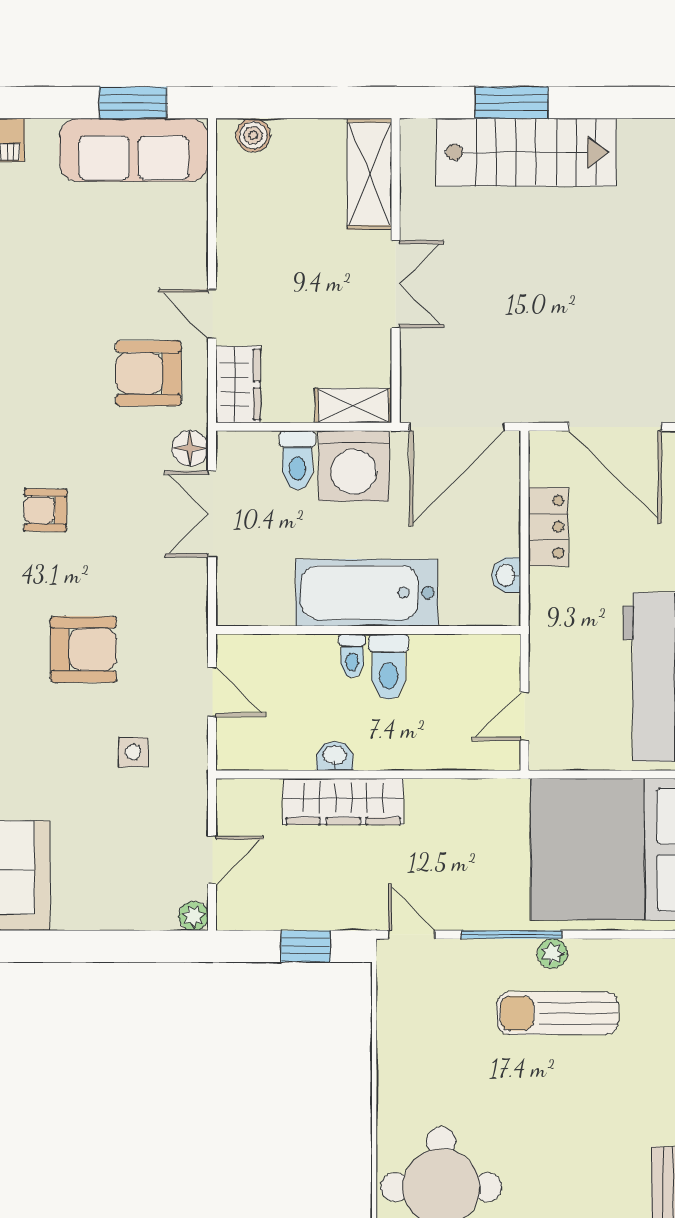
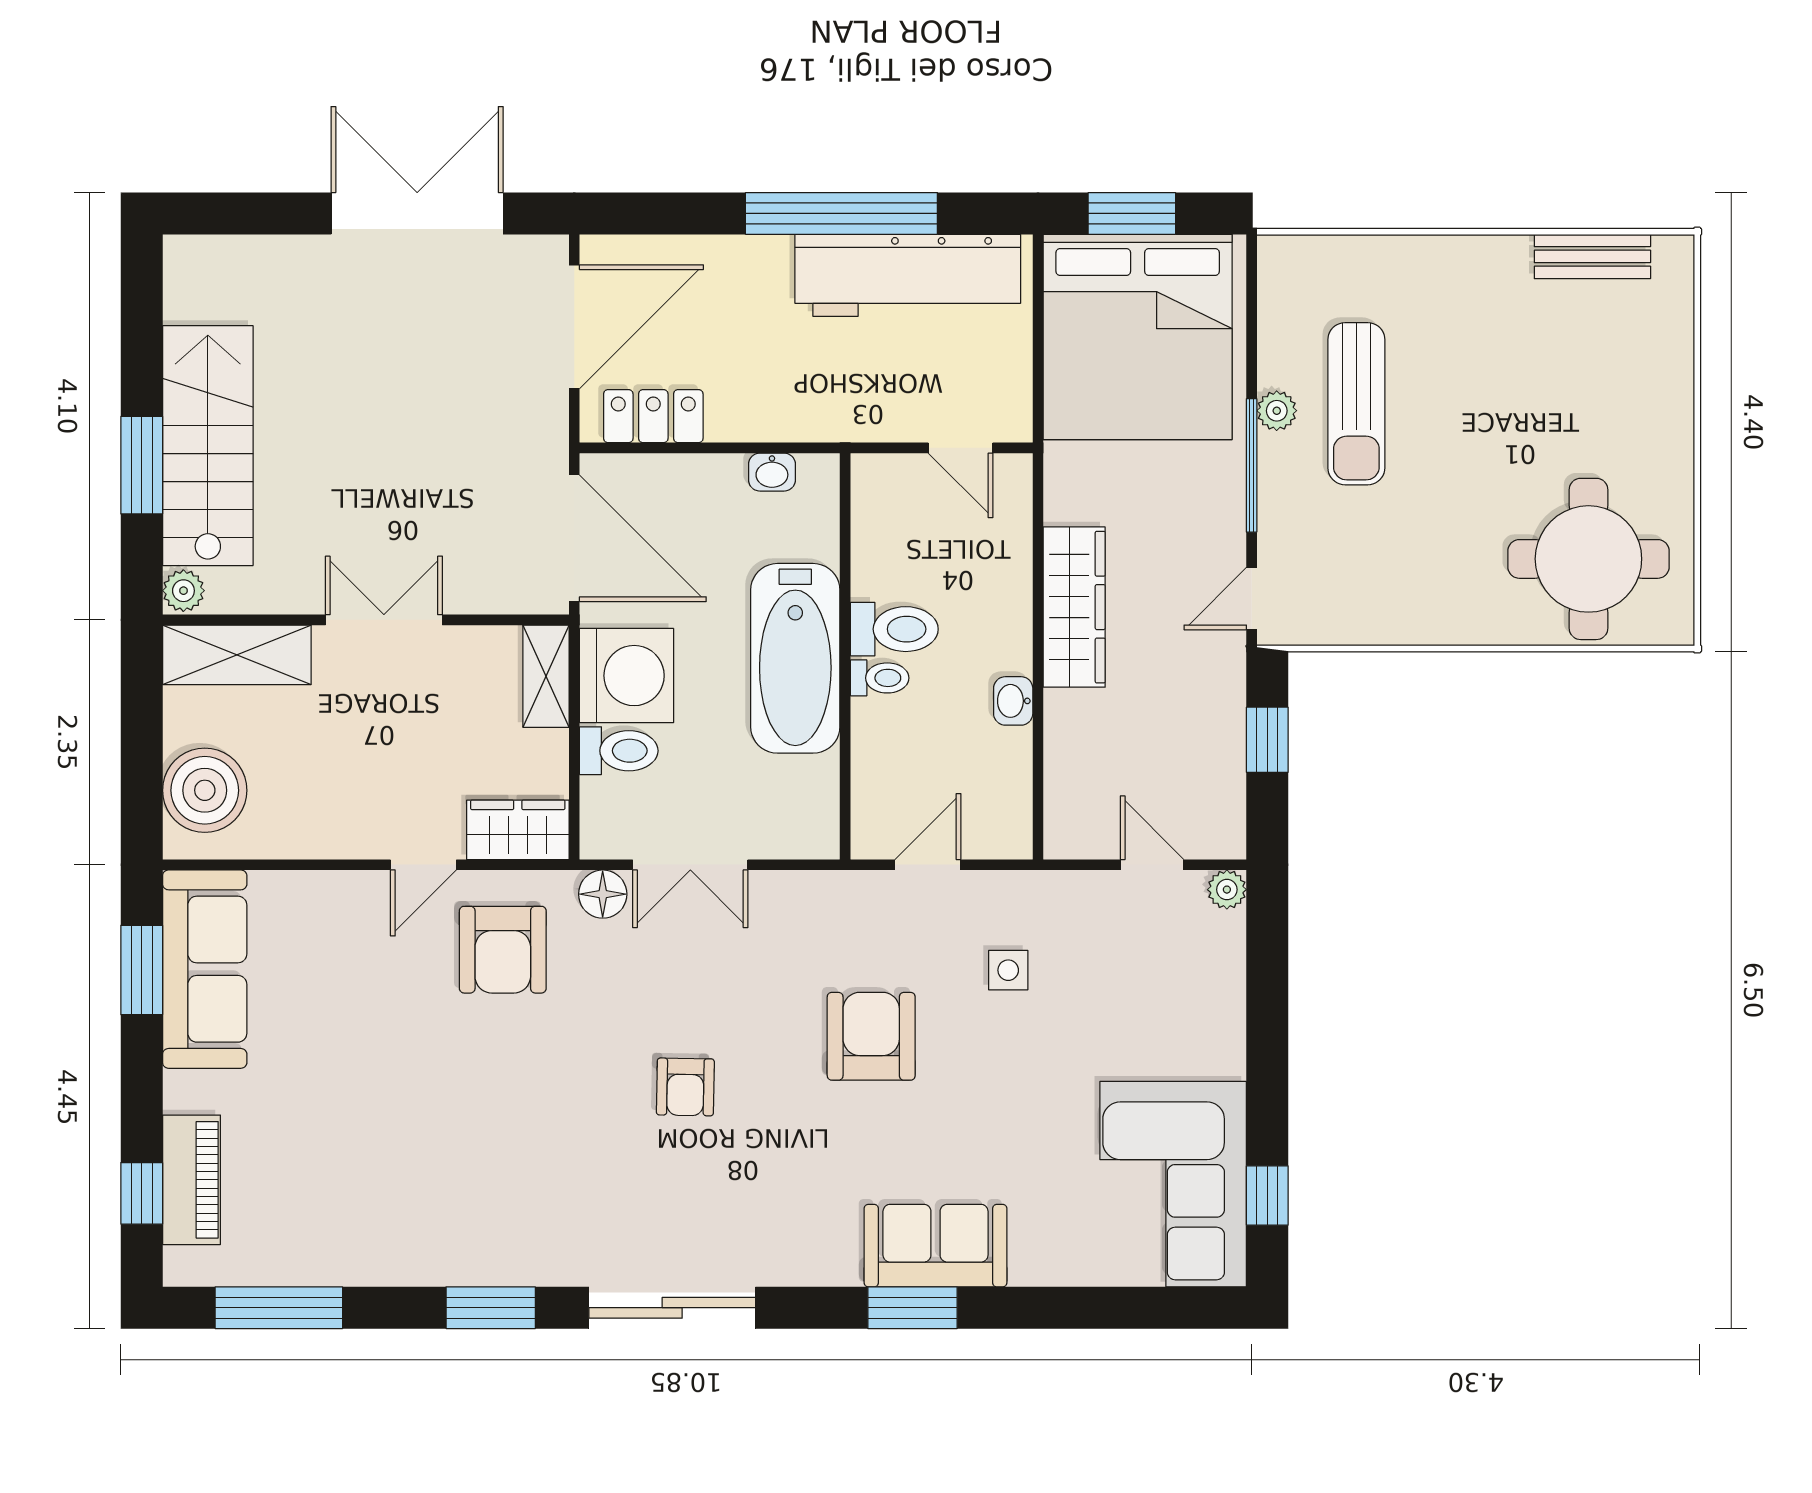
plant: (417, 134) -> (183, 591), added
boiler: (253, 135) -> (205, 790), width x1.86, depth x1.86
locker: (548, 527) -> (653, 416), moved
wardrobe: (343, 802) -> (1074, 607), moved

